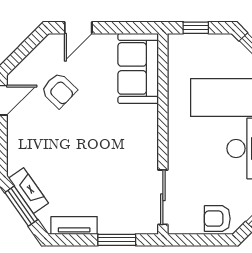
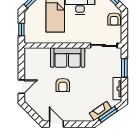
door: (78, 28) -> (21, 87), hinge flipped
sofa: (138, 68) -> (68, 57), moved
armchair: (59, 90) -> (63, 85), moved, turned 136

